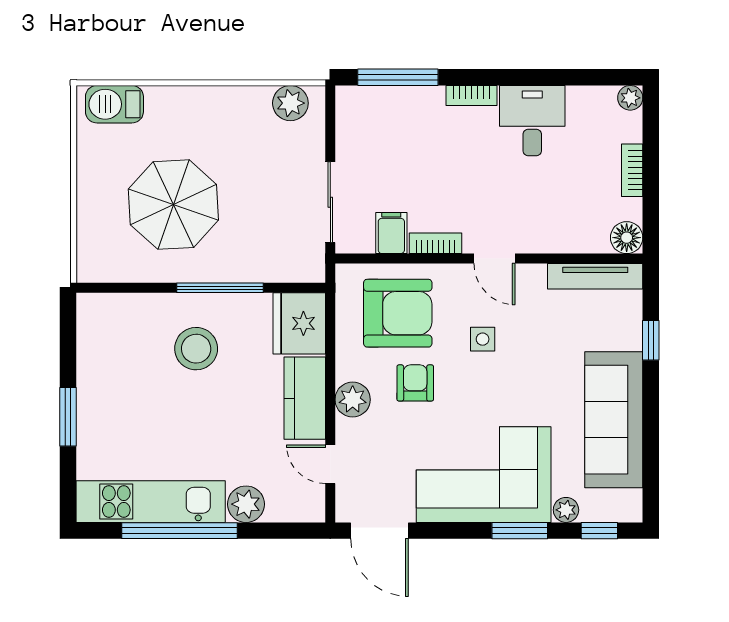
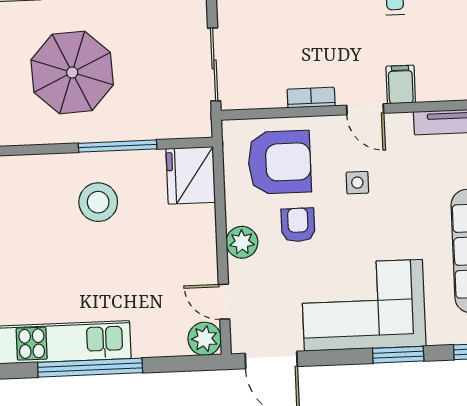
filing cabinet: (391, 233) -> (401, 84), moved
kitchen counter: (305, 398) -> (199, 243), removed
plant: (246, 504) -> (205, 339), moved
plant: (566, 510) -> (439, 334), removed

